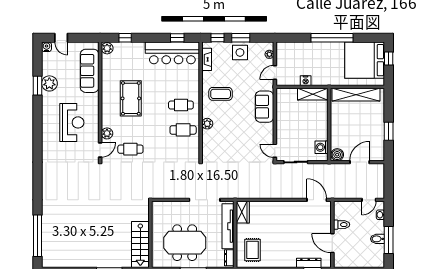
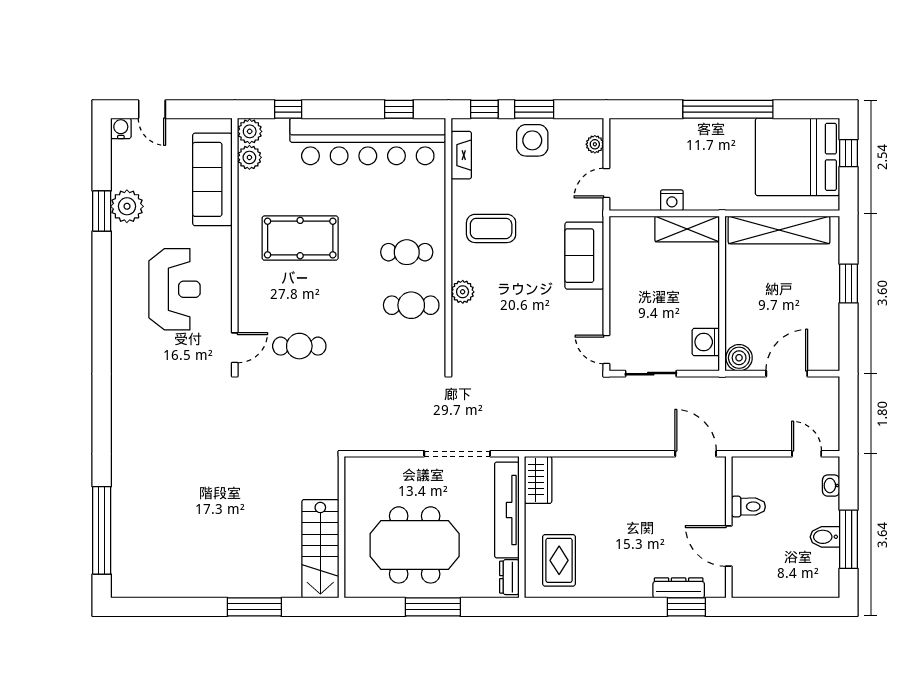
bar counter: (172, 53) -> (368, 141), width x1.36
pool table: (131, 98) -> (300, 238), turned 90
window: (389, 131) -> (849, 284), moved
plant: (107, 133) -> (249, 157), moved
door: (369, 200) -> (807, 454), swing flipped

